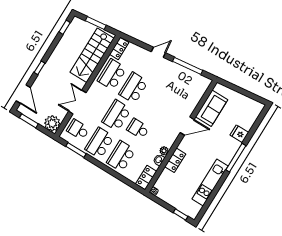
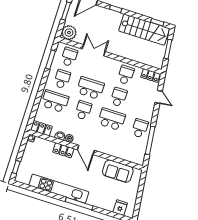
door: (158, 52) -> (159, 97), moved
stairs: (92, 55) -> (144, 30), moved, turned 180
school desk: (172, 74) -> (140, 128), added
school desk: (112, 75) -> (126, 75), width x0.54
school desk: (134, 88) -> (119, 97), width x0.54
school desk: (155, 101) -> (112, 119), added
door: (187, 126) -> (86, 150), moved
fridge: (239, 134) -> (120, 208), moved
school desk: (100, 143) -> (62, 79), width x0.54
kitchen unit: (210, 183) -> (59, 189), width x1.36

